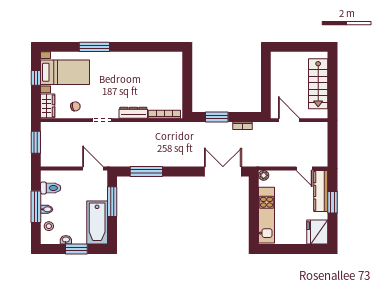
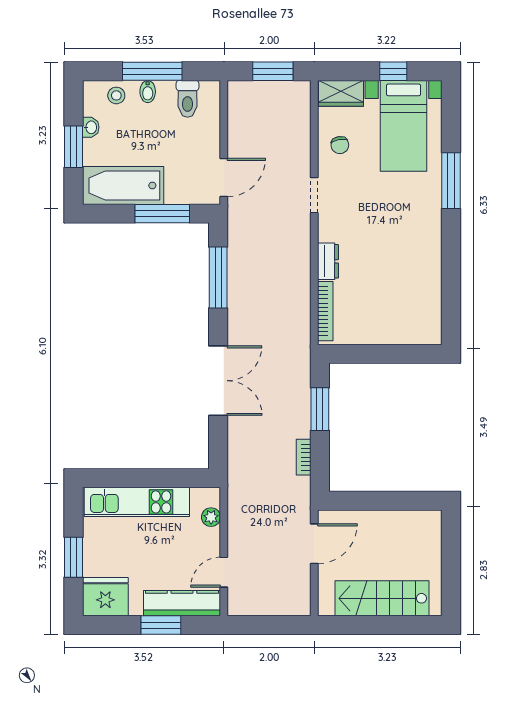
dresser: (133, 113) -> (328, 261), width x0.70
double door: (223, 172) -> (218, 381), moved
plant: (264, 175) -> (211, 517), moved
window: (296, 249) -> (74, 557), added

